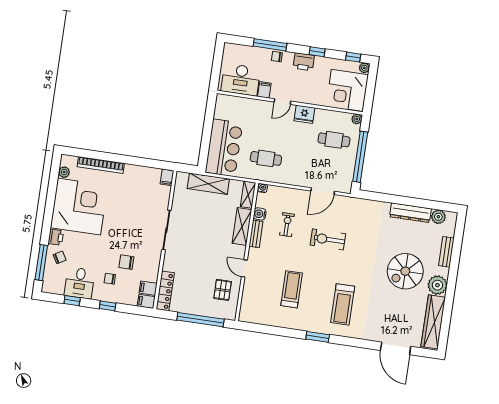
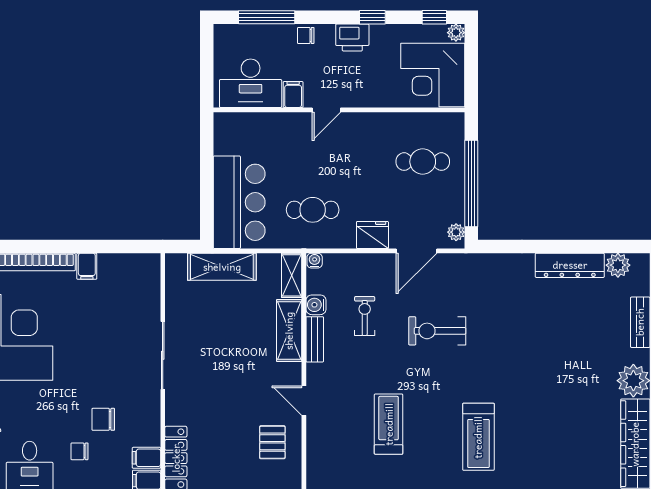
window: (270, 45) -> (267, 17), moved
fridge: (304, 114) -> (372, 235), moved, turned 180
plant: (357, 119) -> (456, 232), moved
filing cabinet: (167, 177) -> (87, 266), moved
spiral stairs: (405, 271) -> (576, 365), removed

